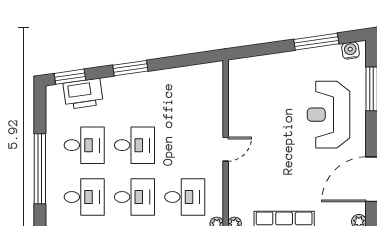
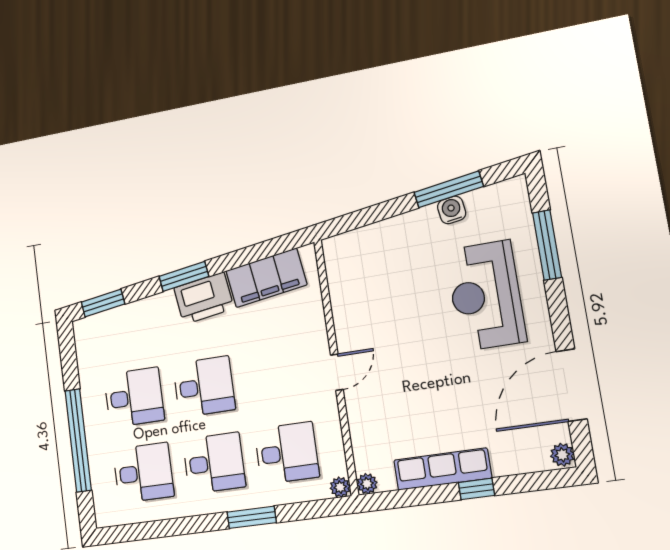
water cooler: (350, 51) -> (452, 210), moved
filing cabinet: (188, 79) -> (266, 278), added
printer: (83, 94) -> (204, 298), moved

